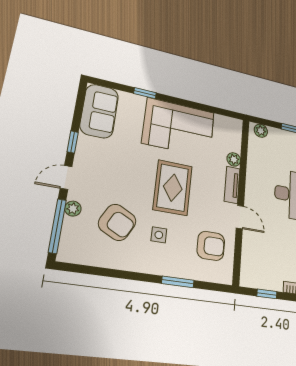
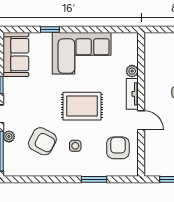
plant: (261, 131) -> (156, 39), removed
rug: (173, 188) -> (82, 106), turned 90
armchair: (211, 246) -> (118, 148), turned -90

